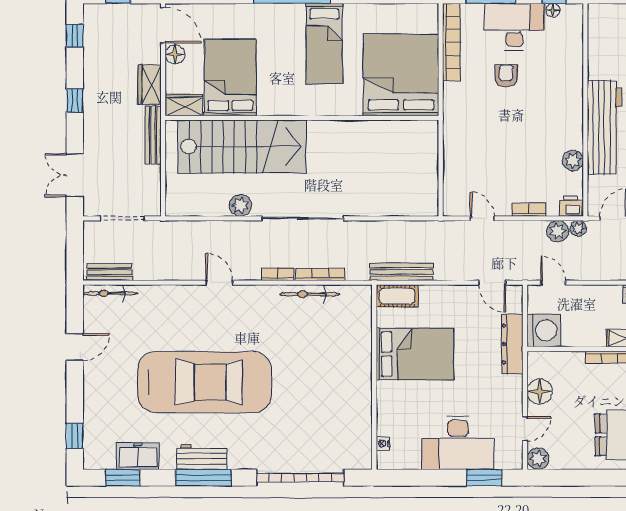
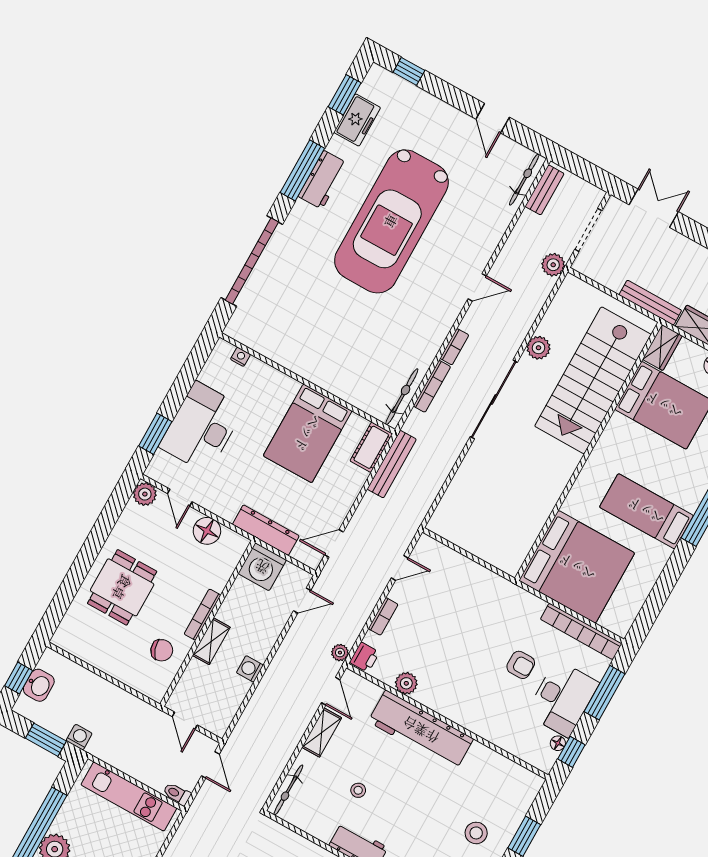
plant: (558, 231) -> (553, 265), moved
bicycle: (310, 294) -> (402, 397), moved

